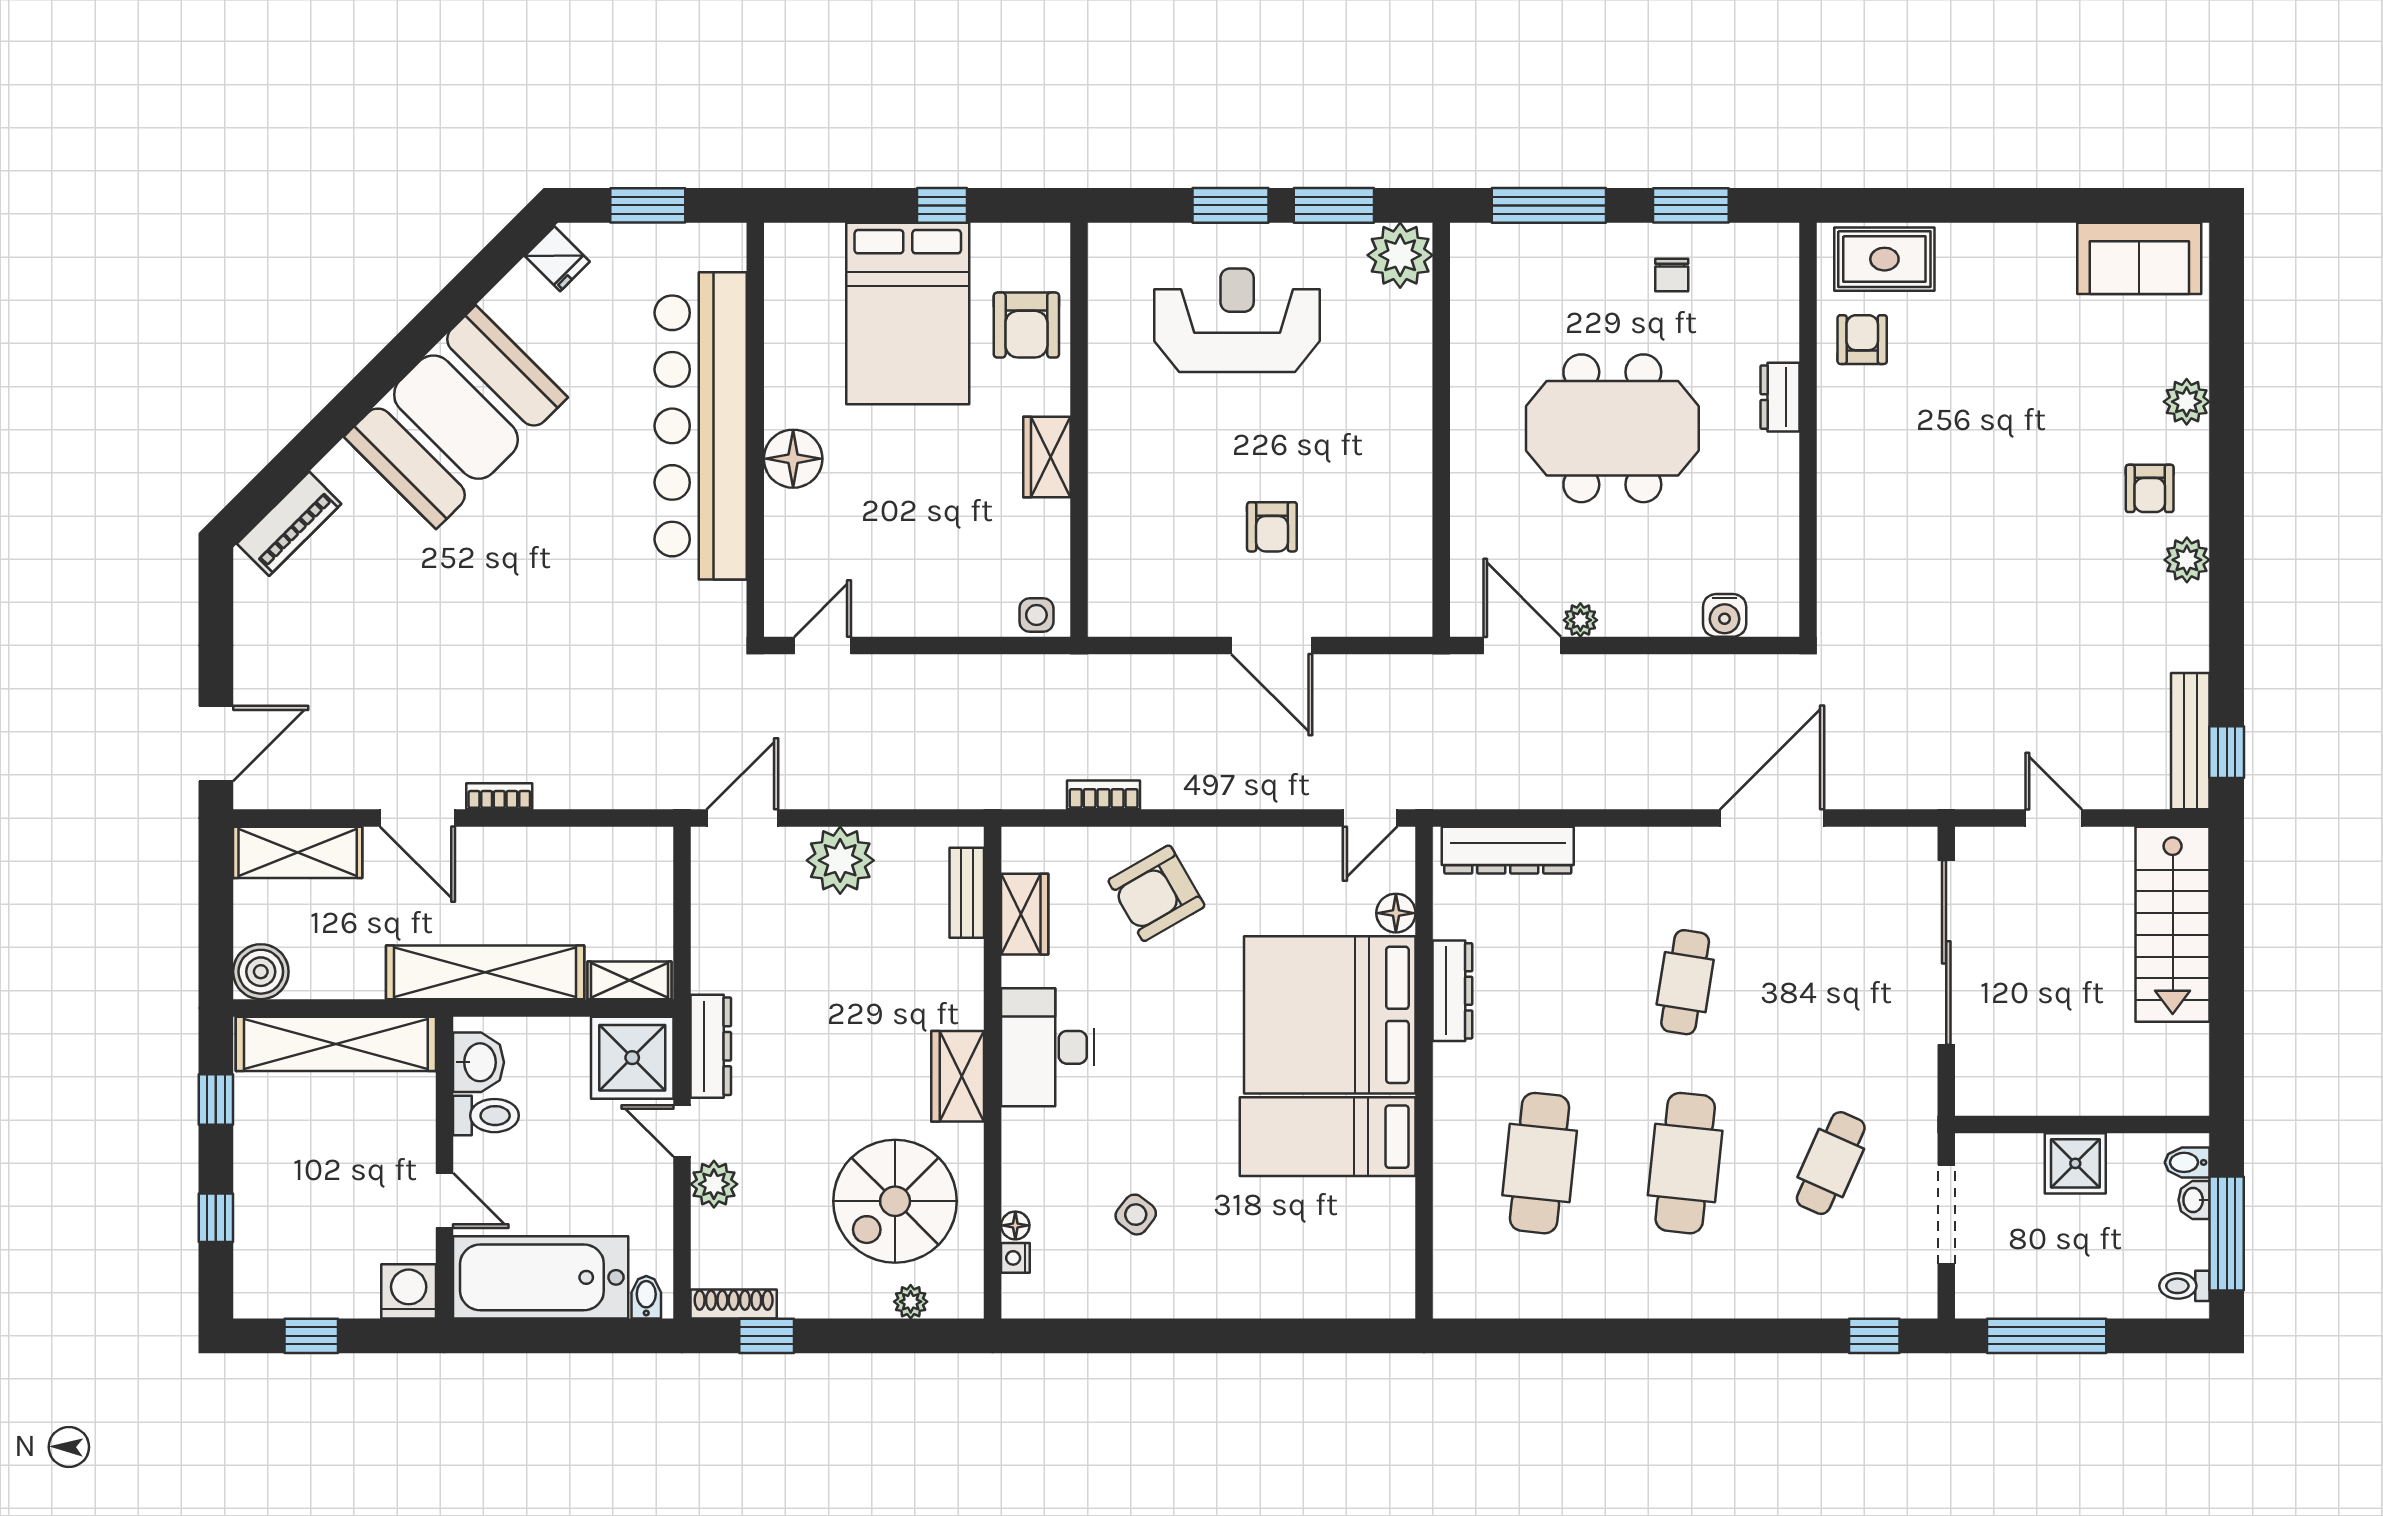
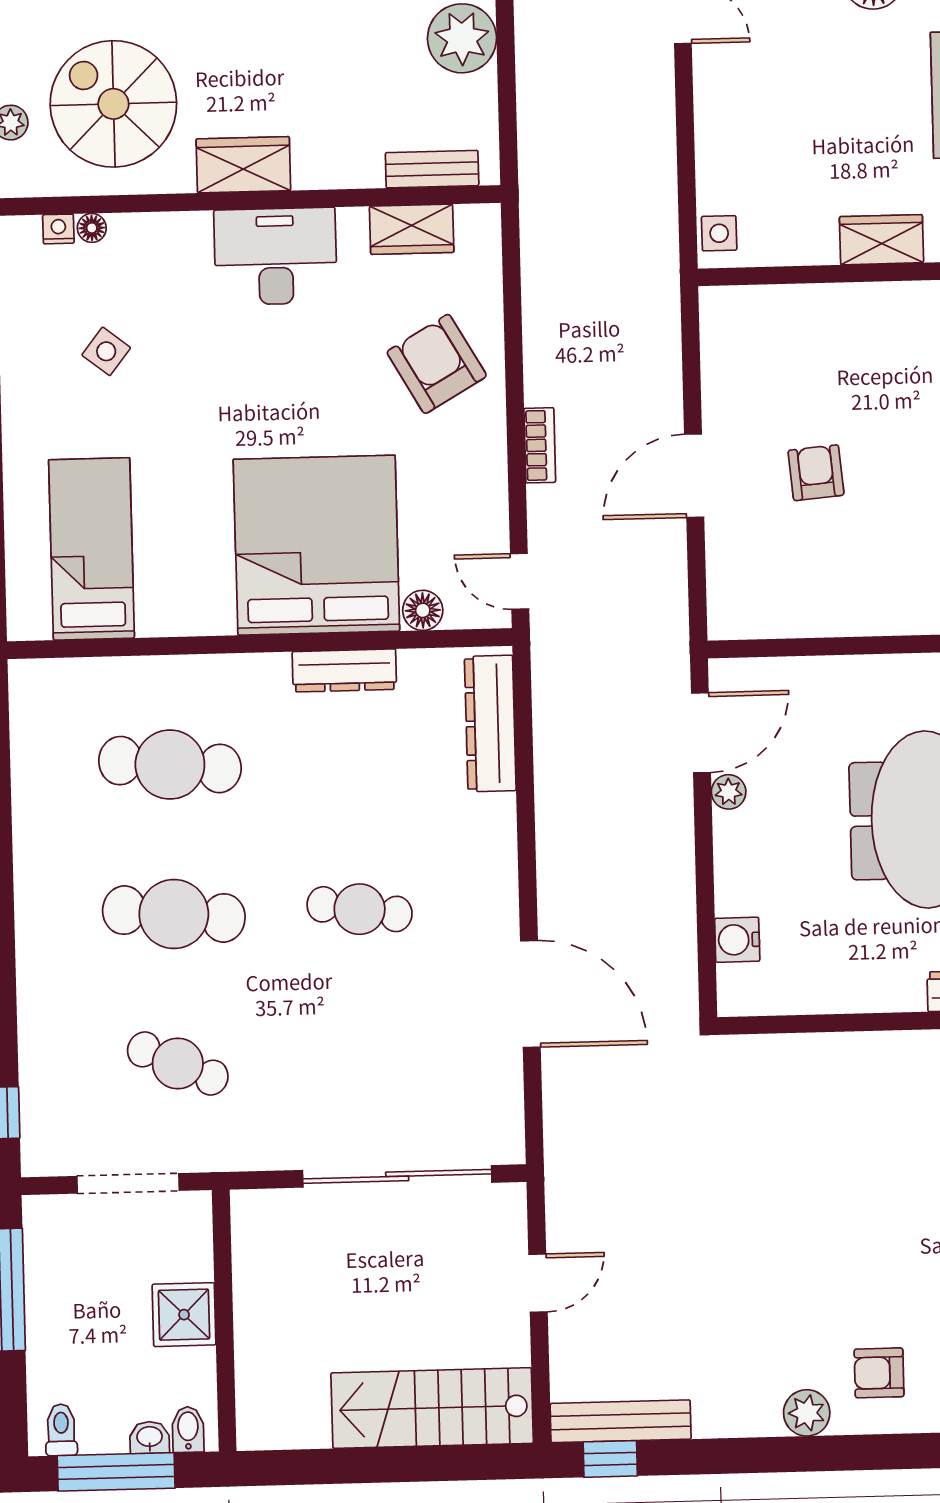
armchair: (1272, 527) -> (816, 473), turned 85
bookcase: (1104, 795) -> (540, 445), moved
bed: (1328, 1137) -> (92, 549), moved

